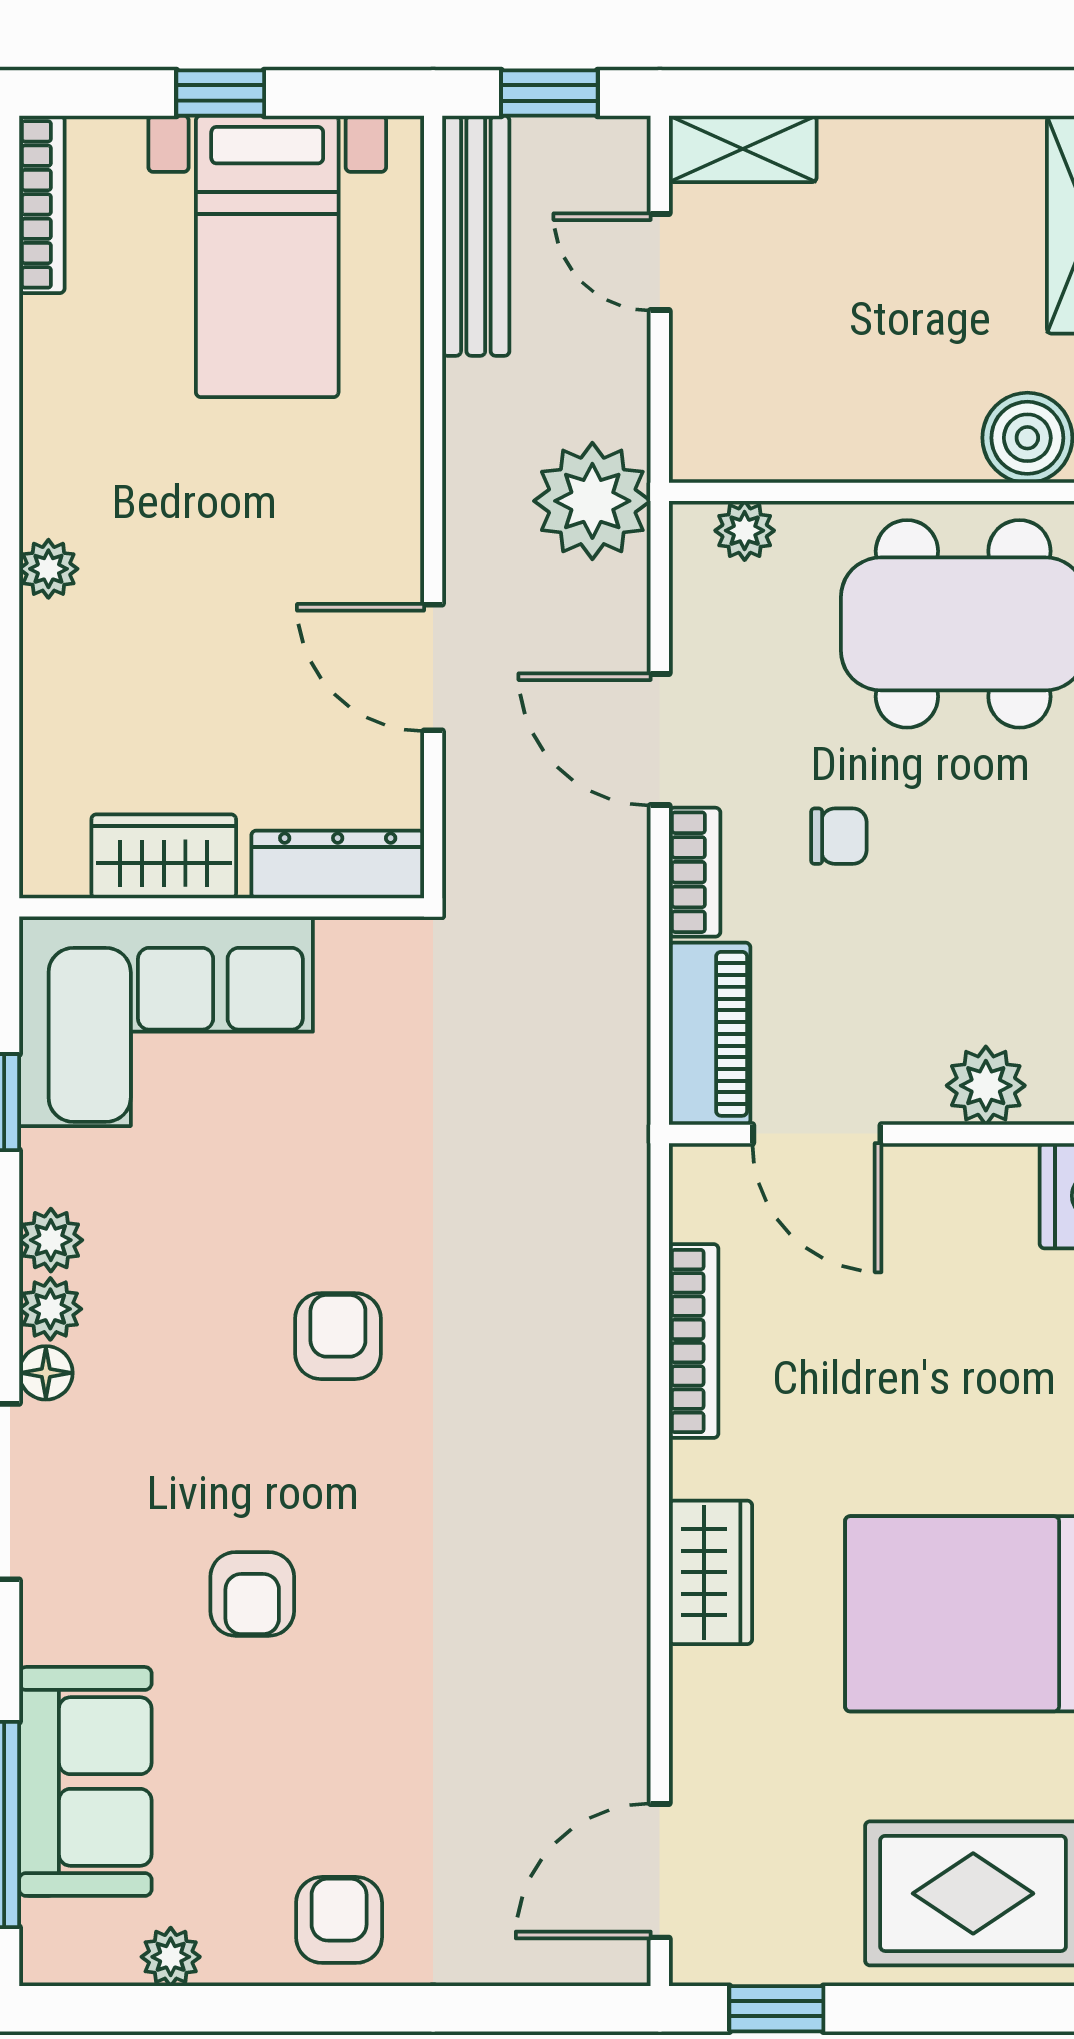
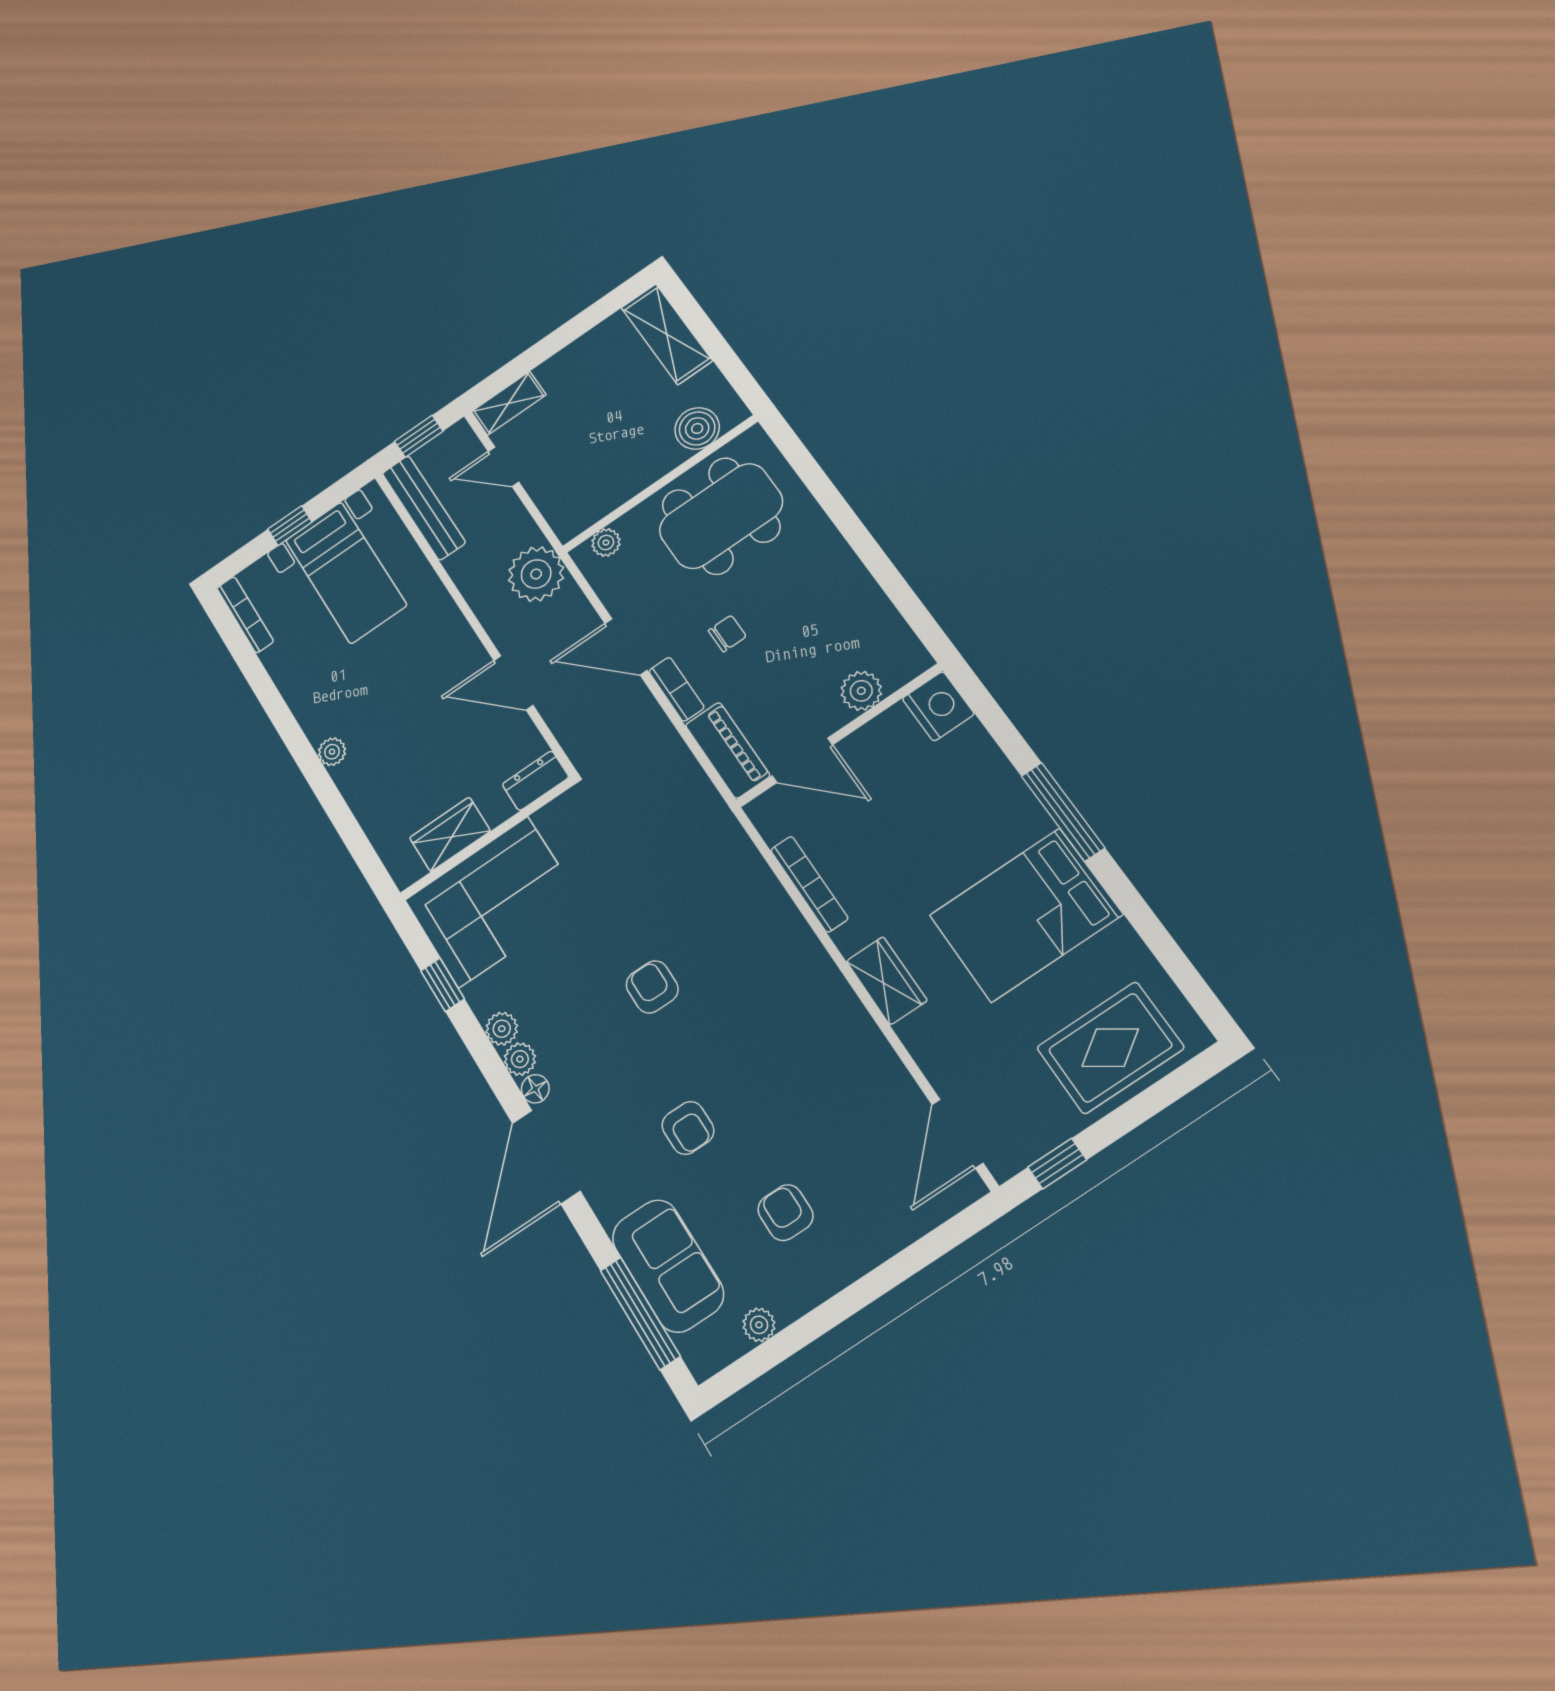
dresser: (338, 864) -> (536, 781), width x0.70
armchair: (339, 1920) -> (785, 1213), moved

